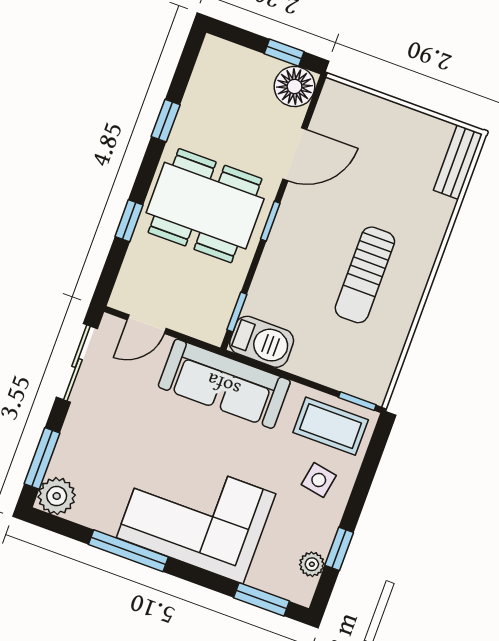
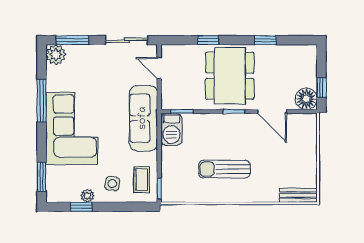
coffee table: (331, 426) -> (142, 180), width x0.73, depth x0.77
plant: (312, 564) -> (87, 196), moved

